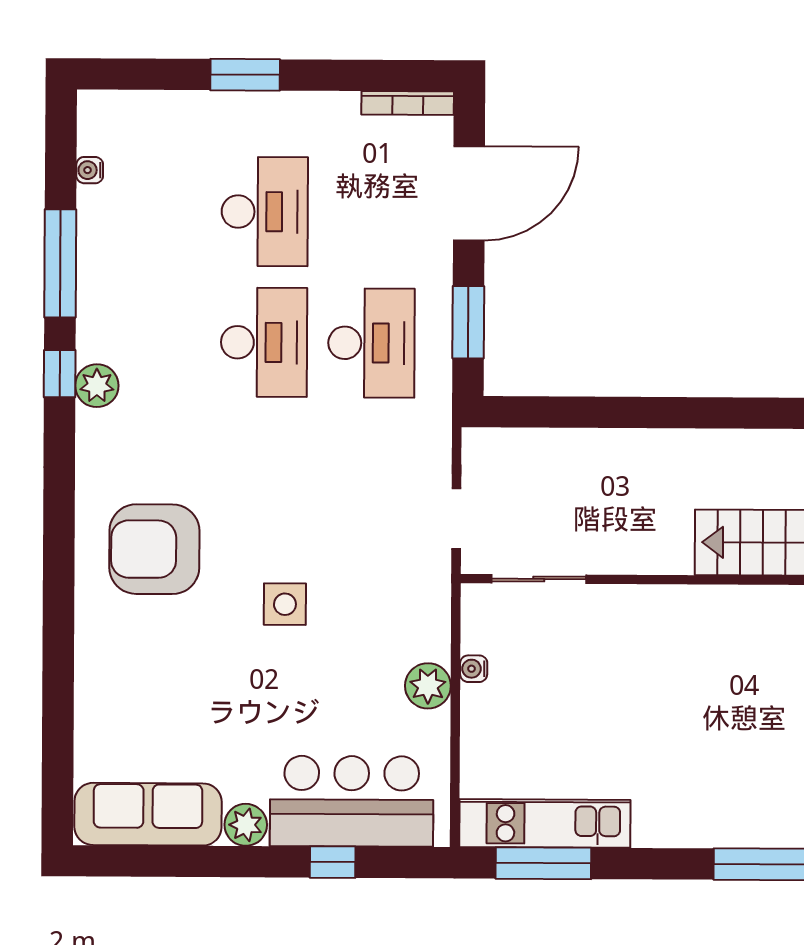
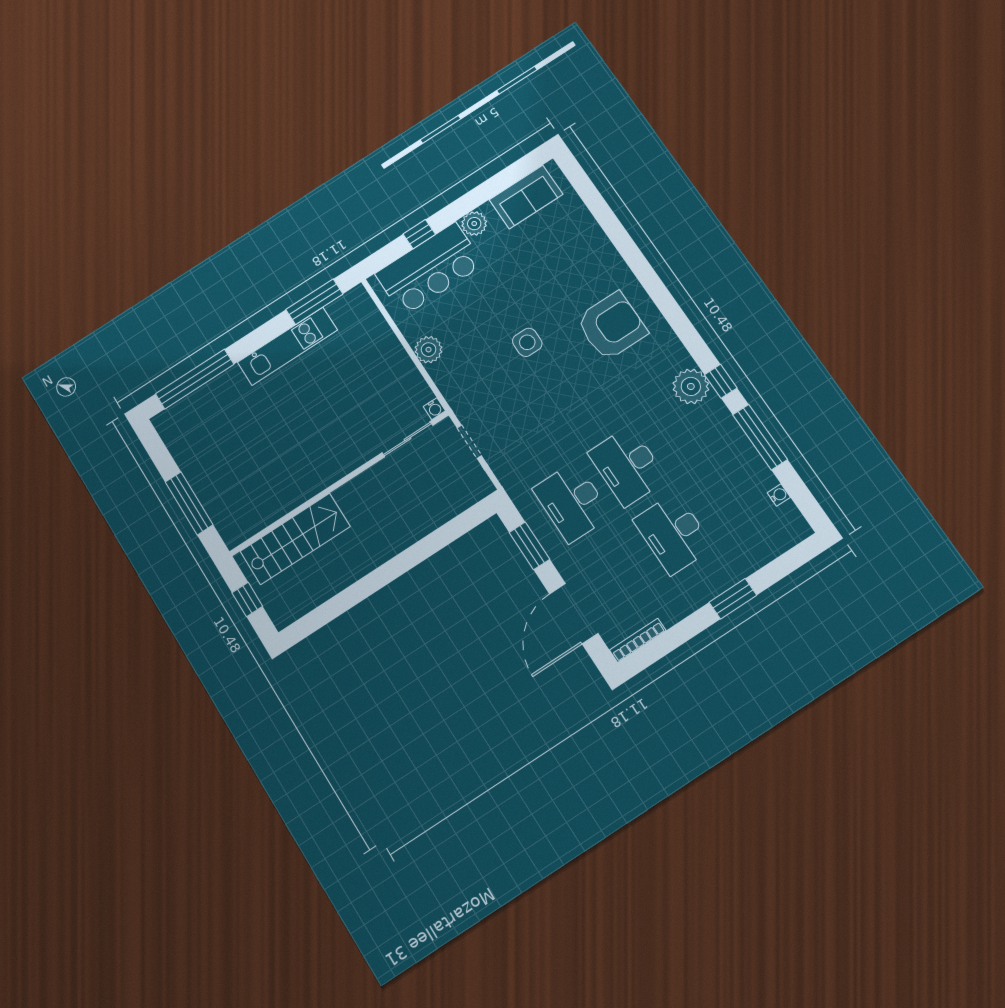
plant: (97, 386) -> (691, 386), width x1.36, depth x1.36
water cooler: (474, 669) -> (434, 409), moved, turned 90
sofa: (148, 814) -> (526, 197), width x0.73
kitchen unit: (545, 823) -> (287, 346), moved

